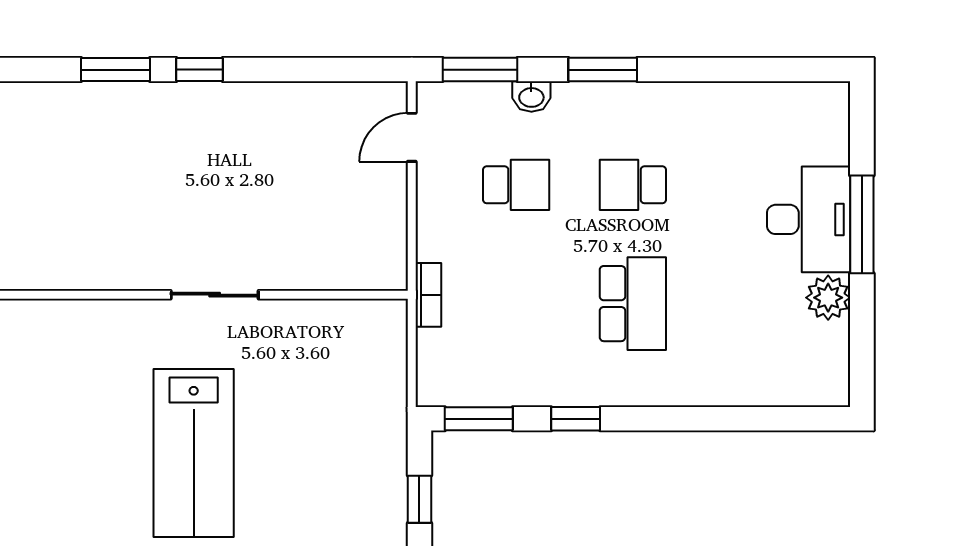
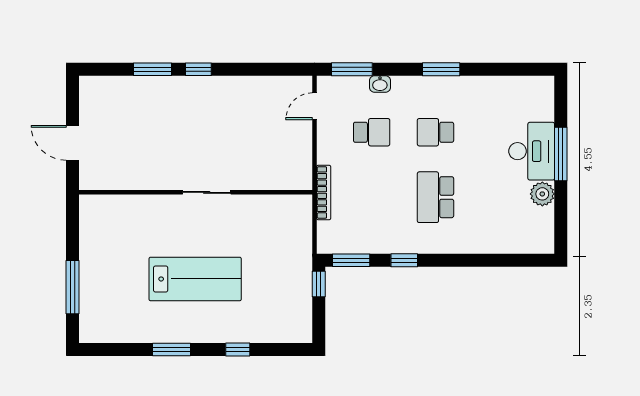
window: (603, 70) -> (441, 69), moved
bookcase: (428, 295) -> (324, 192), width x1.56
school desk: (633, 304) -> (435, 197), turned 180
lab bench: (194, 453) -> (195, 279), turned -90
window: (419, 499) -> (319, 284), moved

